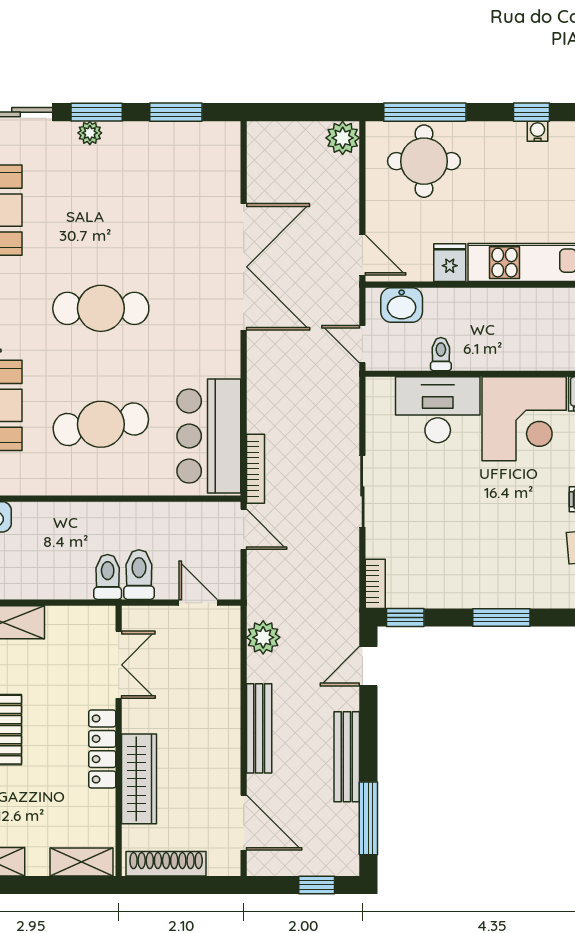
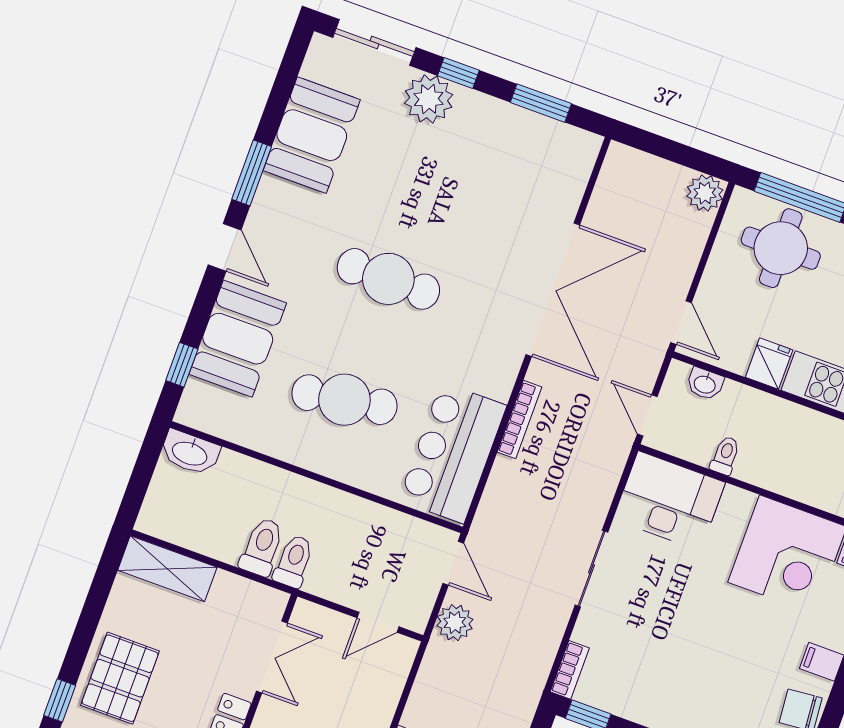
window: (97, 112) -> (458, 73), width x0.67
plant: (90, 133) -> (429, 99), width x1.88, depth x1.88
washbasin: (402, 305) -> (705, 384), width x0.72, depth x0.69
desk: (438, 410) -> (669, 501), moved
bookcase: (255, 469) -> (520, 419), moved
toilet: (139, 575) -> (262, 547), moved
door: (198, 603) -> (378, 622), swing flipped
plant: (263, 637) -> (455, 623), moved

